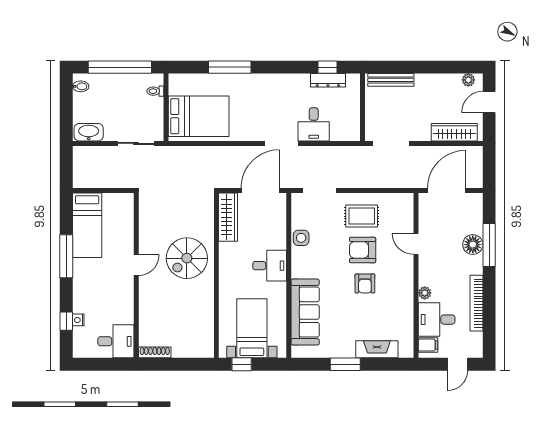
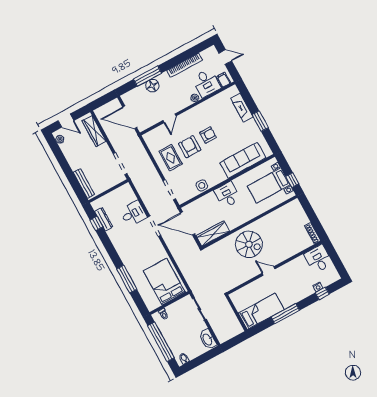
armchair: (363, 250) -> (190, 147), turned 180

